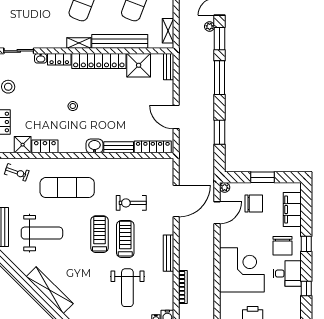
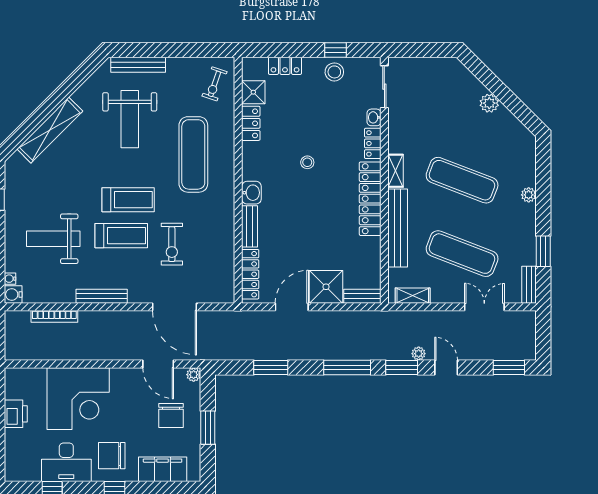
shower: (139, 65) -> (326, 287), moved
exercise bike: (131, 203) -> (172, 244), turned 180
desk: (287, 274) -> (66, 462), width x1.37

